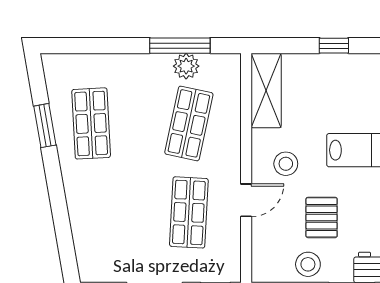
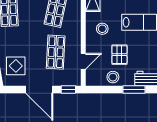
door: (246, 200) -> (83, 61), moved
display table: (106, 241) -> (16, 66), added

